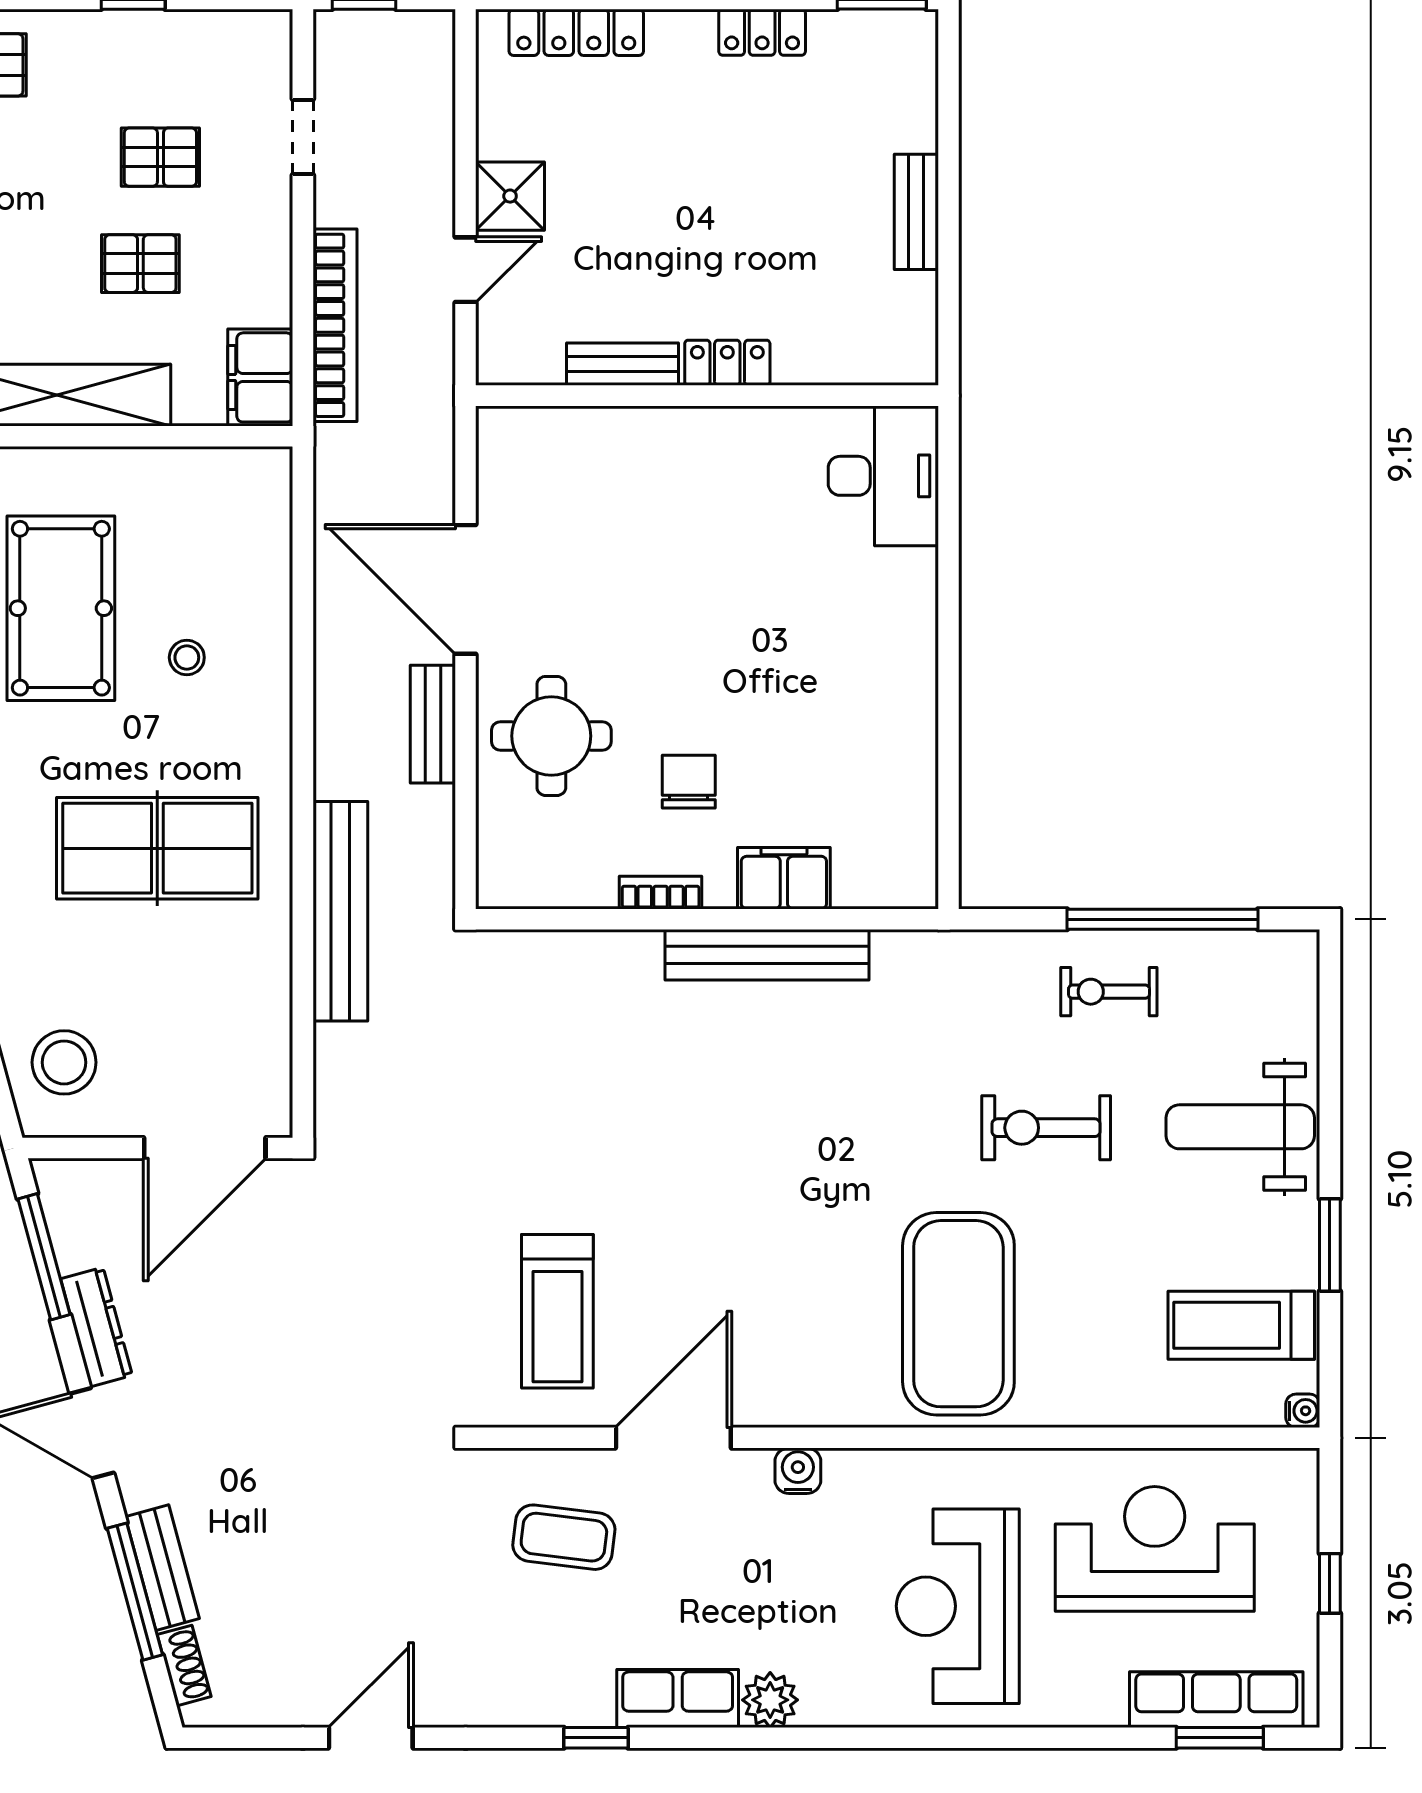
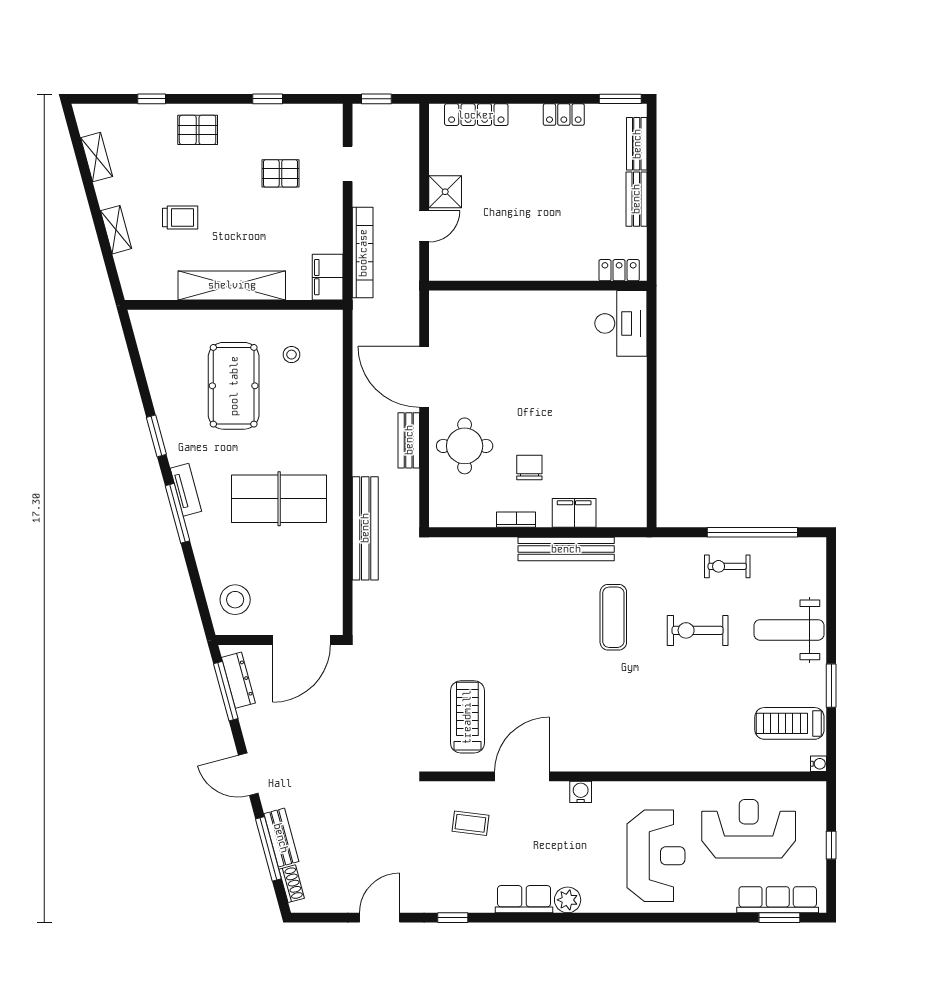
pallet: (140, 264) -> (271, 224), removed
locker: (727, 363) -> (619, 270), moved
bench: (622, 364) -> (637, 144), moved, turned 90
stool: (187, 657) -> (292, 355), moved
treadmill: (557, 1311) -> (467, 717), turned 180
exercise mat: (958, 1314) -> (613, 617), moved, width x0.50, depth x0.69
dresser: (96, 1327) -> (238, 680), moved
coffee table: (564, 1537) -> (470, 823), width x0.73, depth x0.77
reception desk: (958, 1606) -> (656, 856), turned 180
window: (596, 1738) -> (453, 918), moved

